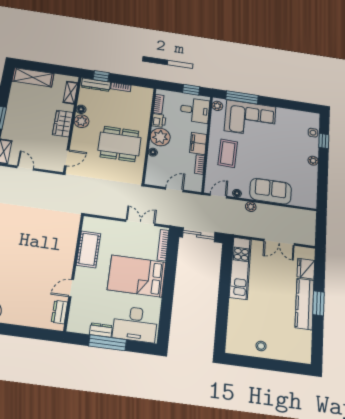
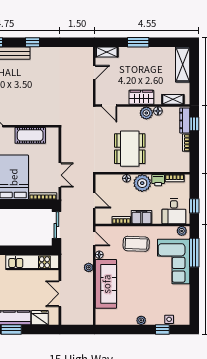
sofa: (271, 191) -> (106, 284), width x1.36

